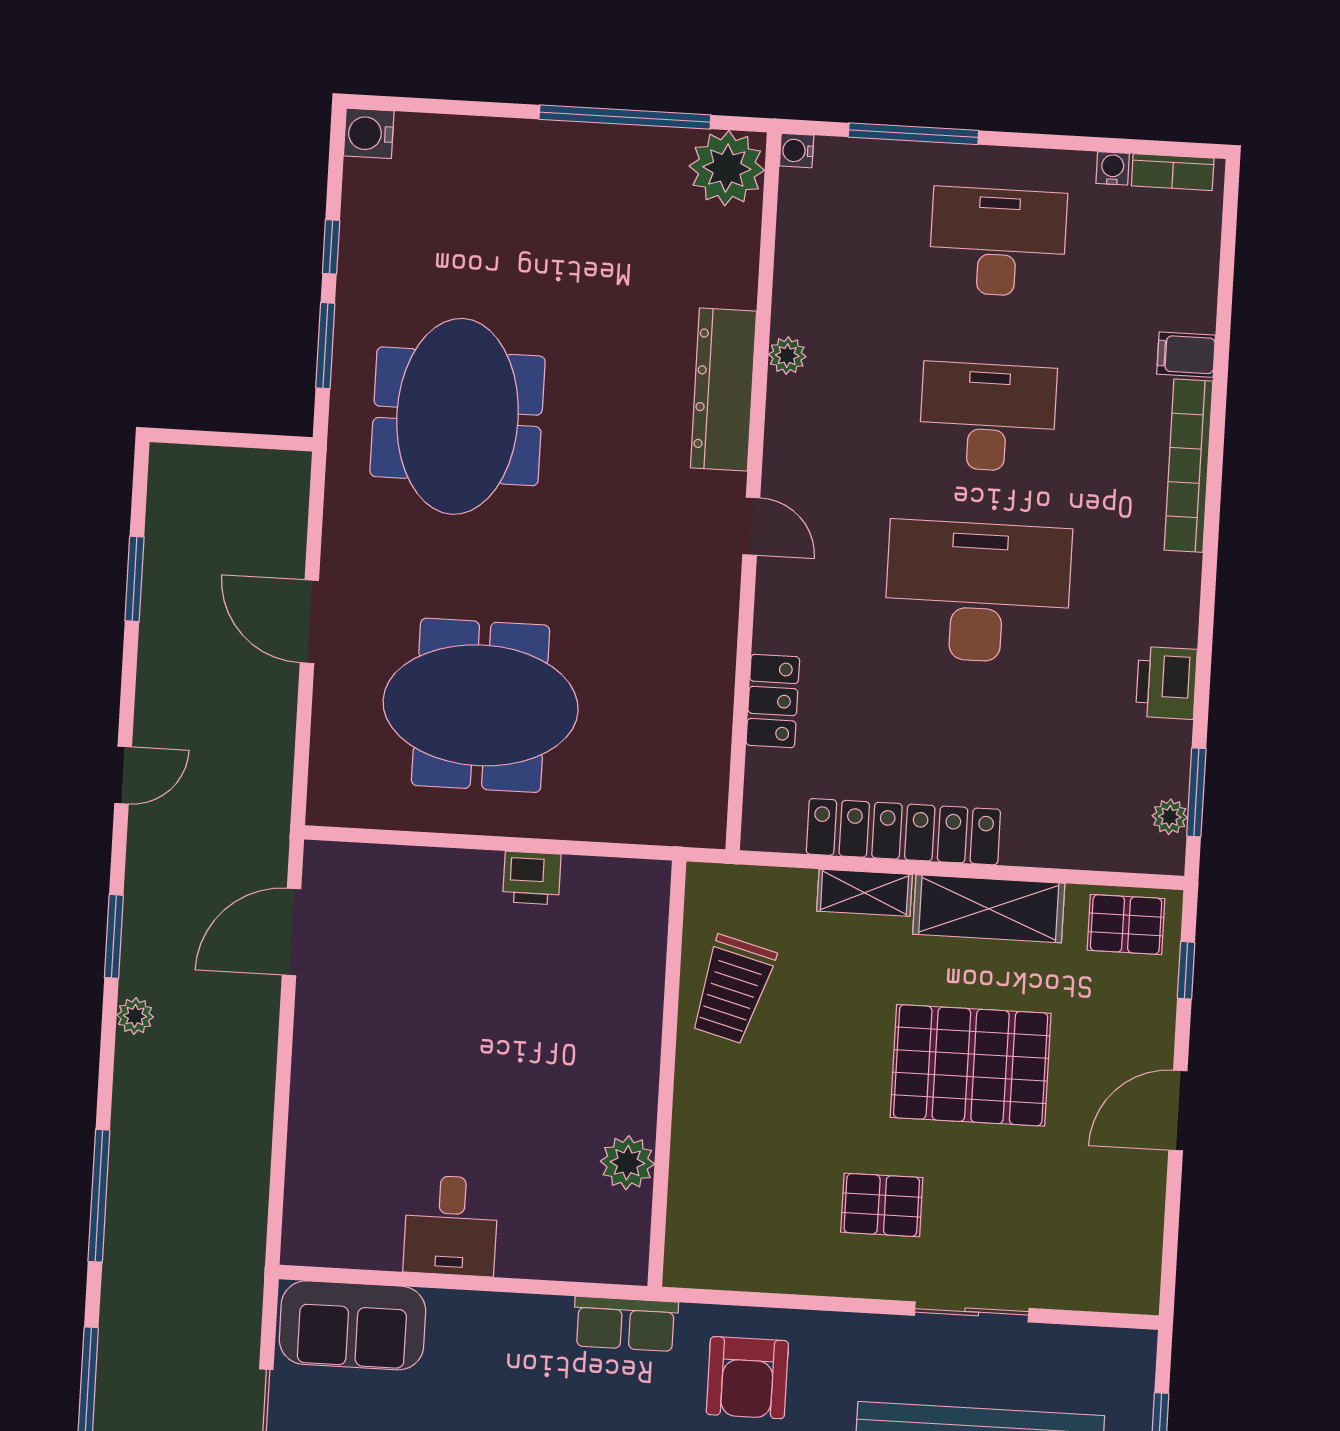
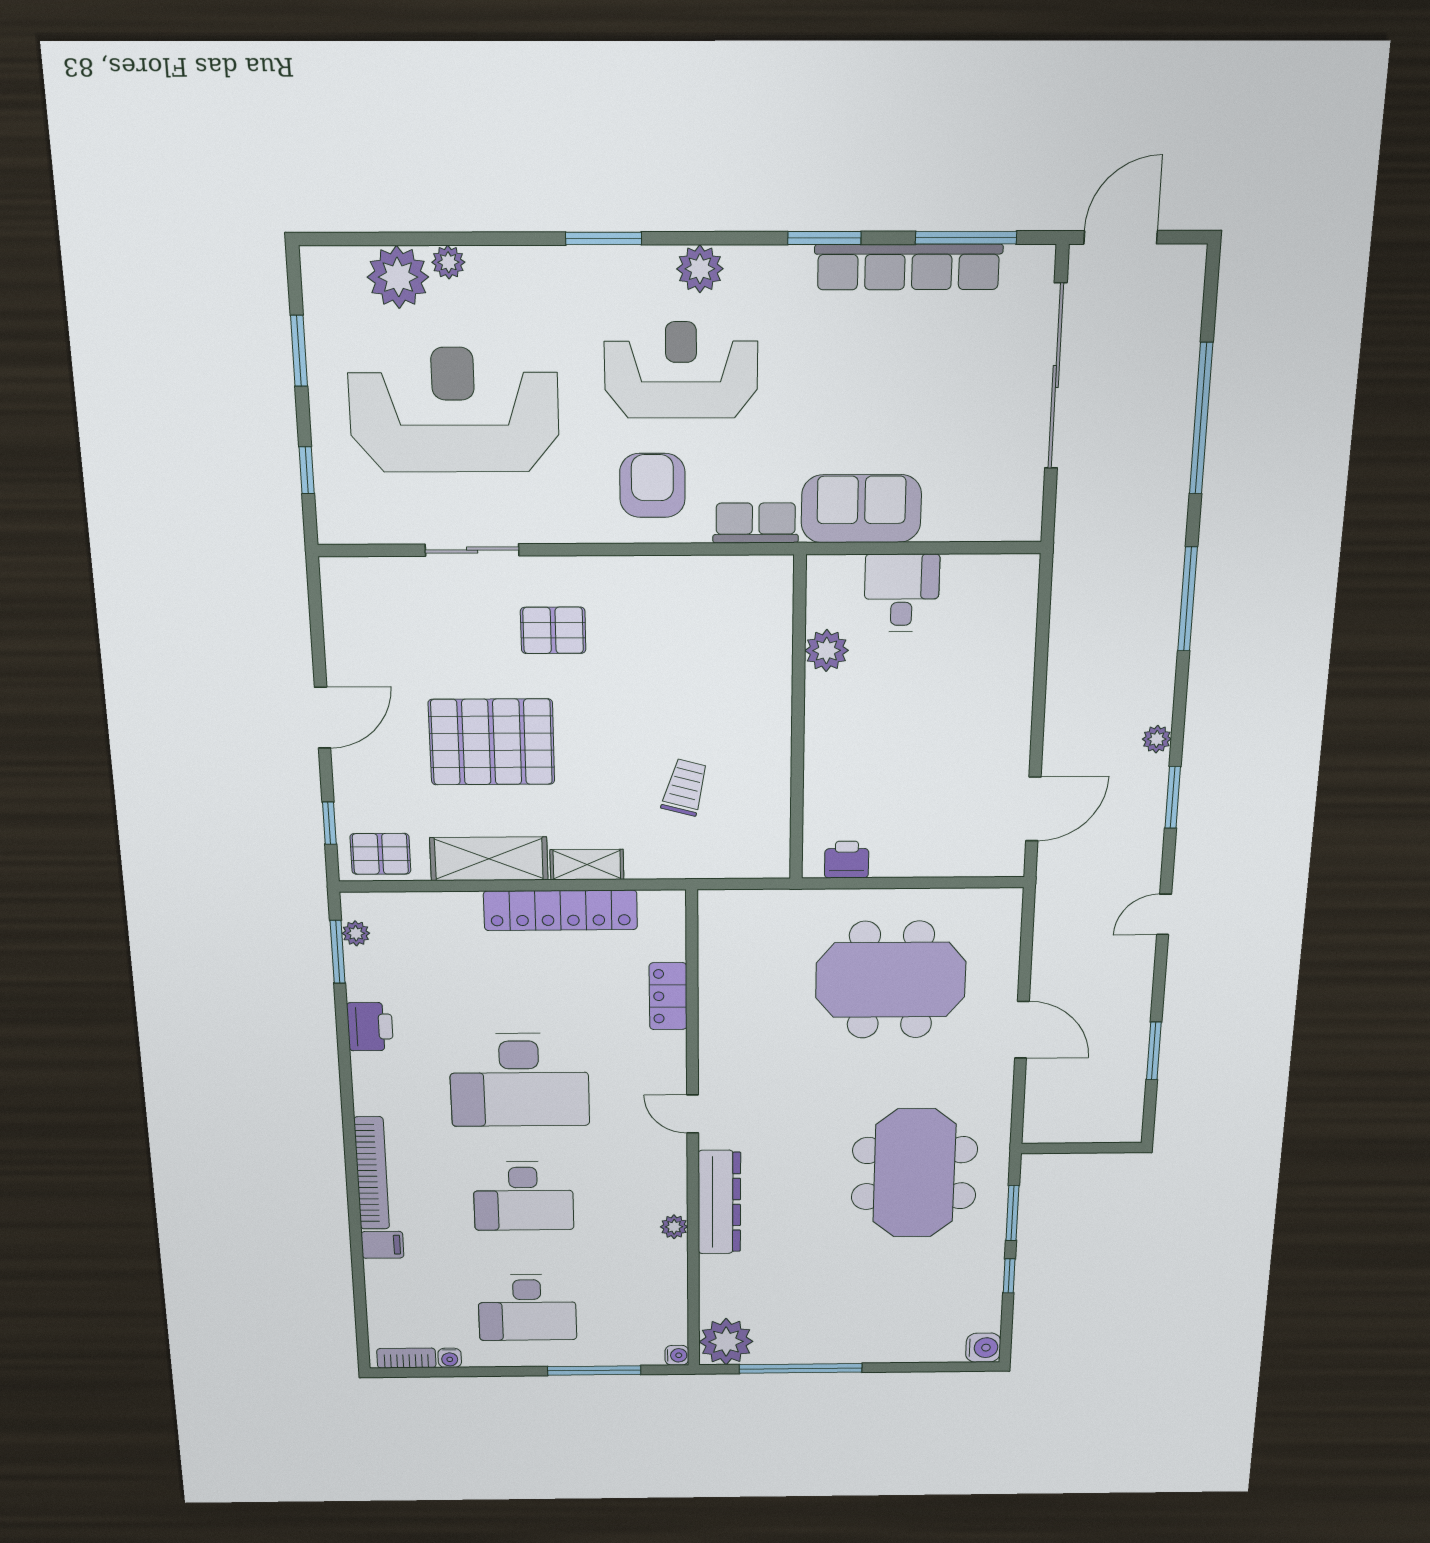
trolley: (733, 989) -> (685, 787), width x0.73, depth x0.72
wall: (667, 1074) -> (798, 721), moved
plant: (627, 1163) -> (827, 651), moved
sofa: (352, 1325) -> (861, 509), moved

